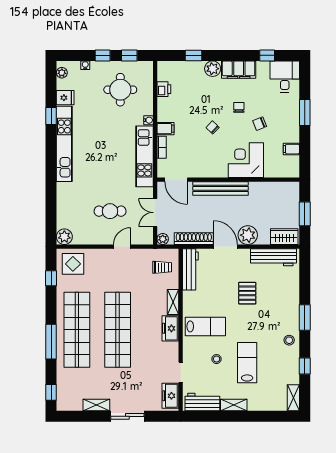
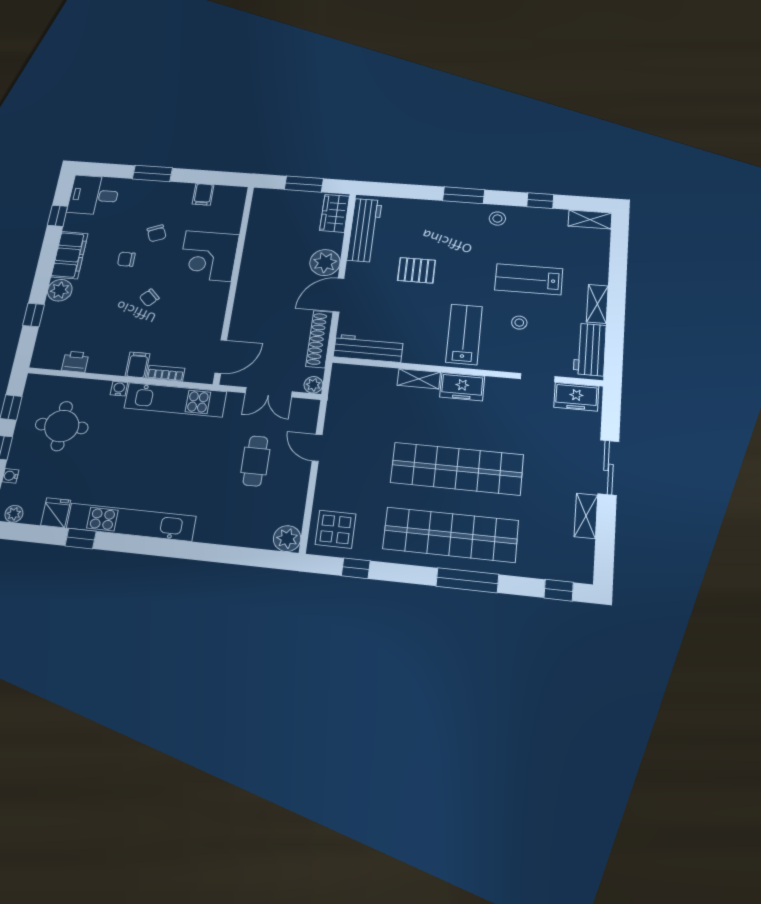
bench: (221, 188) -> (246, 294), removed
trolley: (162, 267) -> (360, 390), removed

